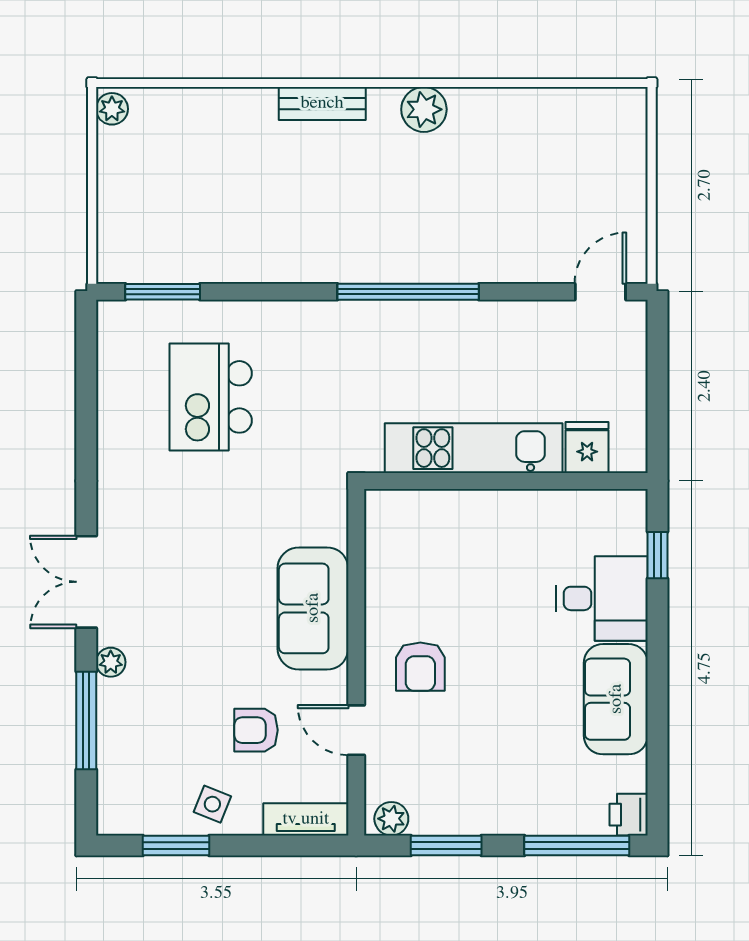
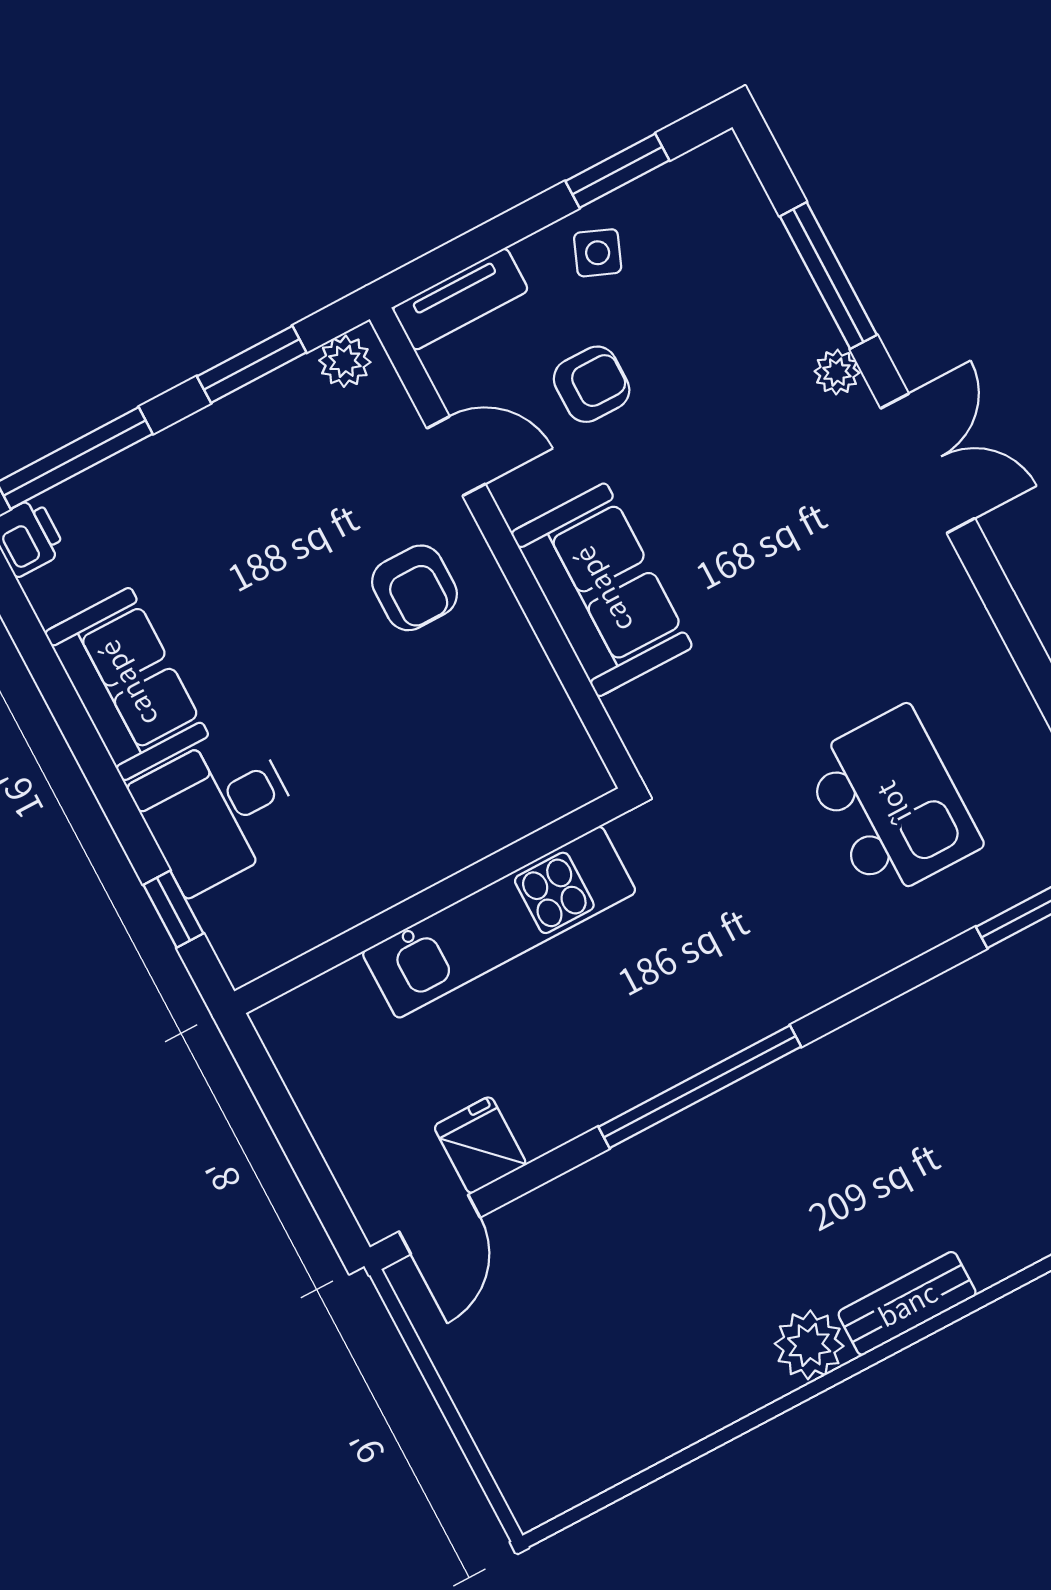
bench: (322, 103) -> (907, 1303), moved
fridge: (587, 448) -> (480, 1145), moved, turned 180
armchair: (420, 667) -> (415, 588), turned 180

